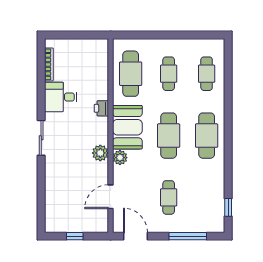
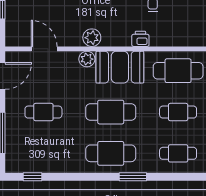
window: (228, 115) -> (133, 177), added

